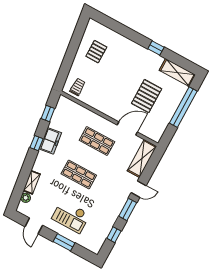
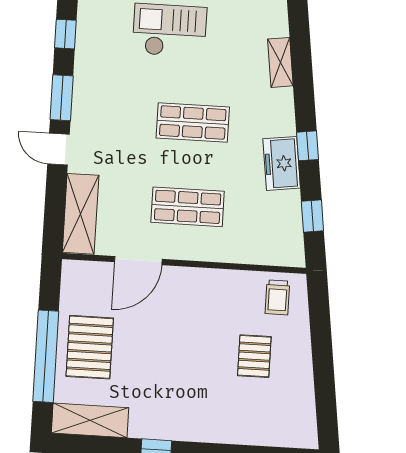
pallet: (96, 52) -> (254, 356), moved
pallet: (147, 96) -> (90, 347), moved
door: (139, 189) -> (58, 149), hinge flipped
plant: (26, 198) -> (278, 25), removed

